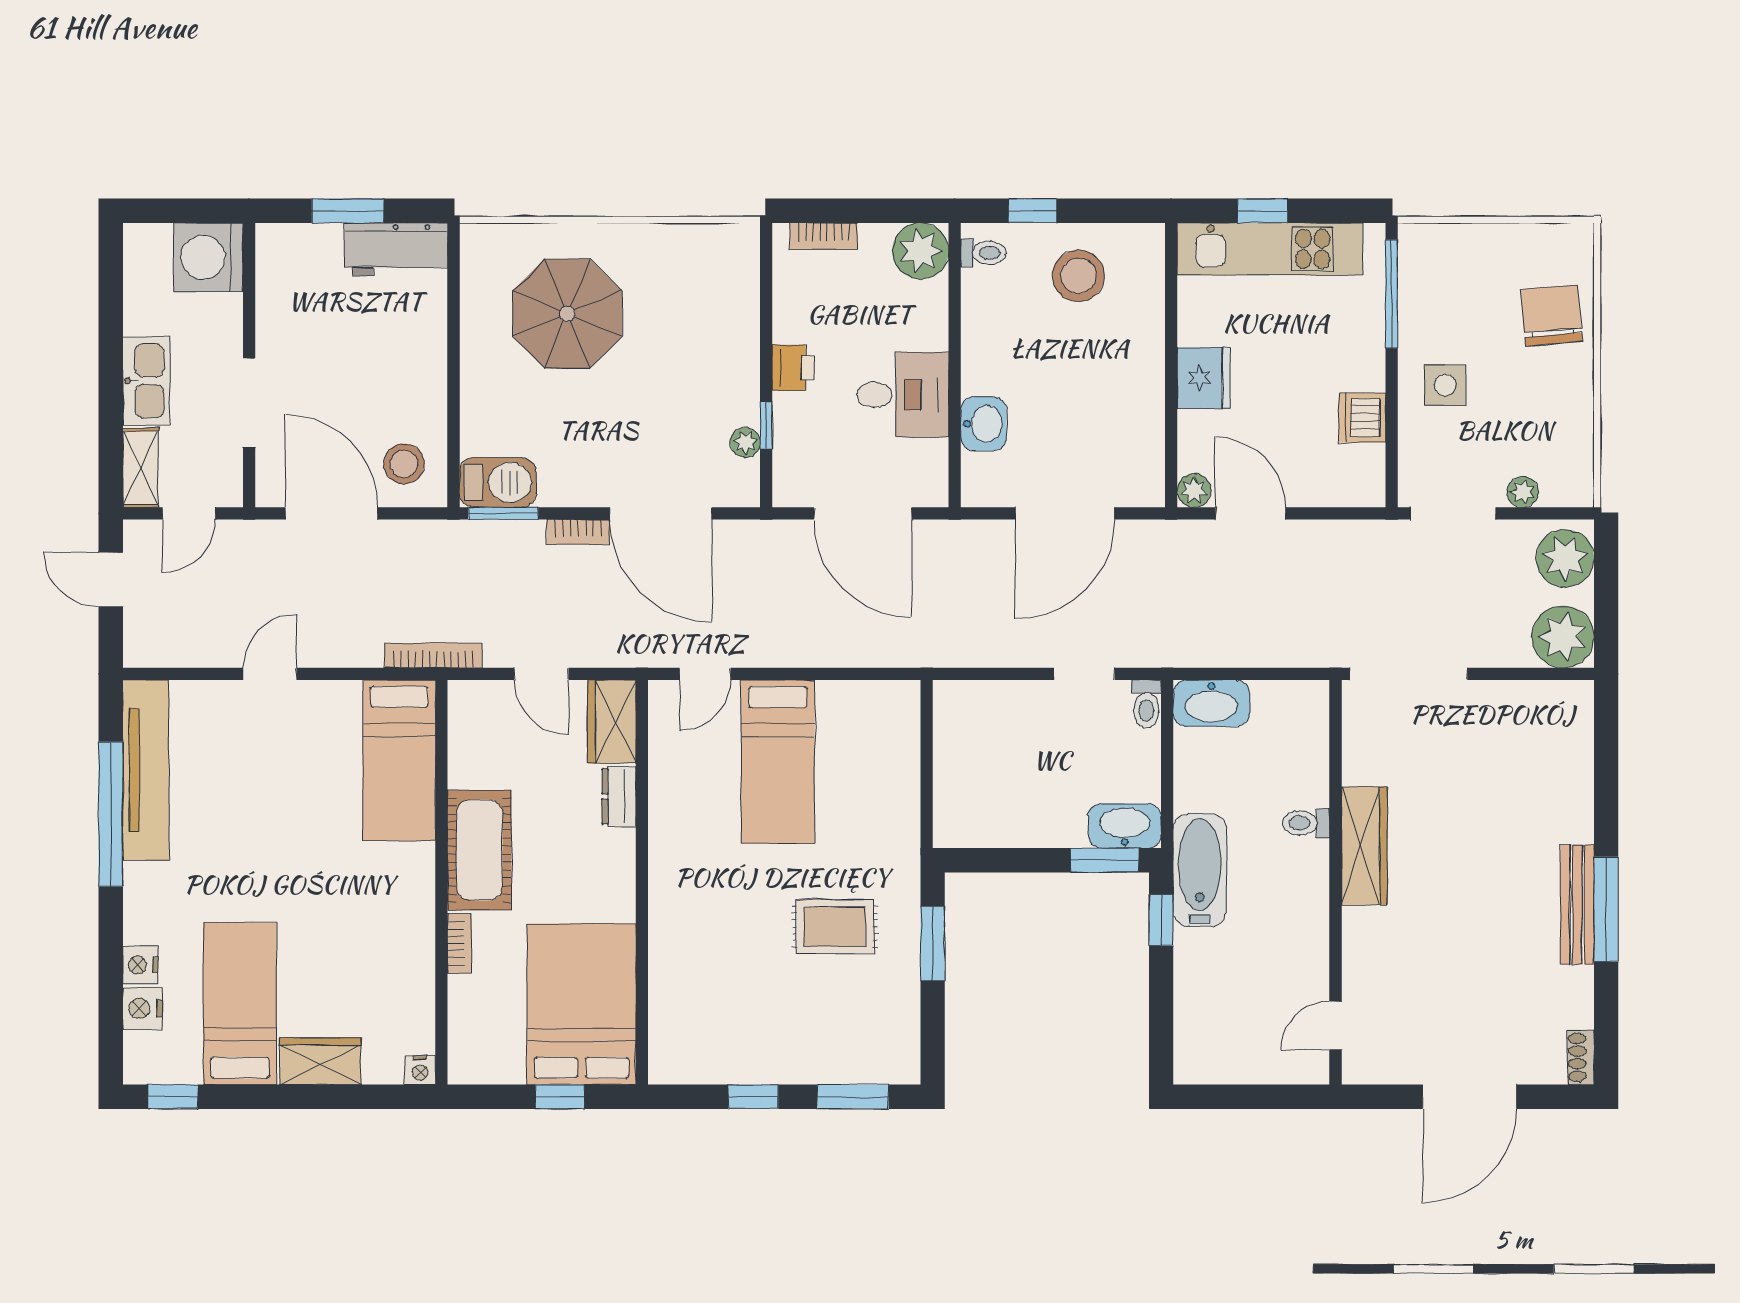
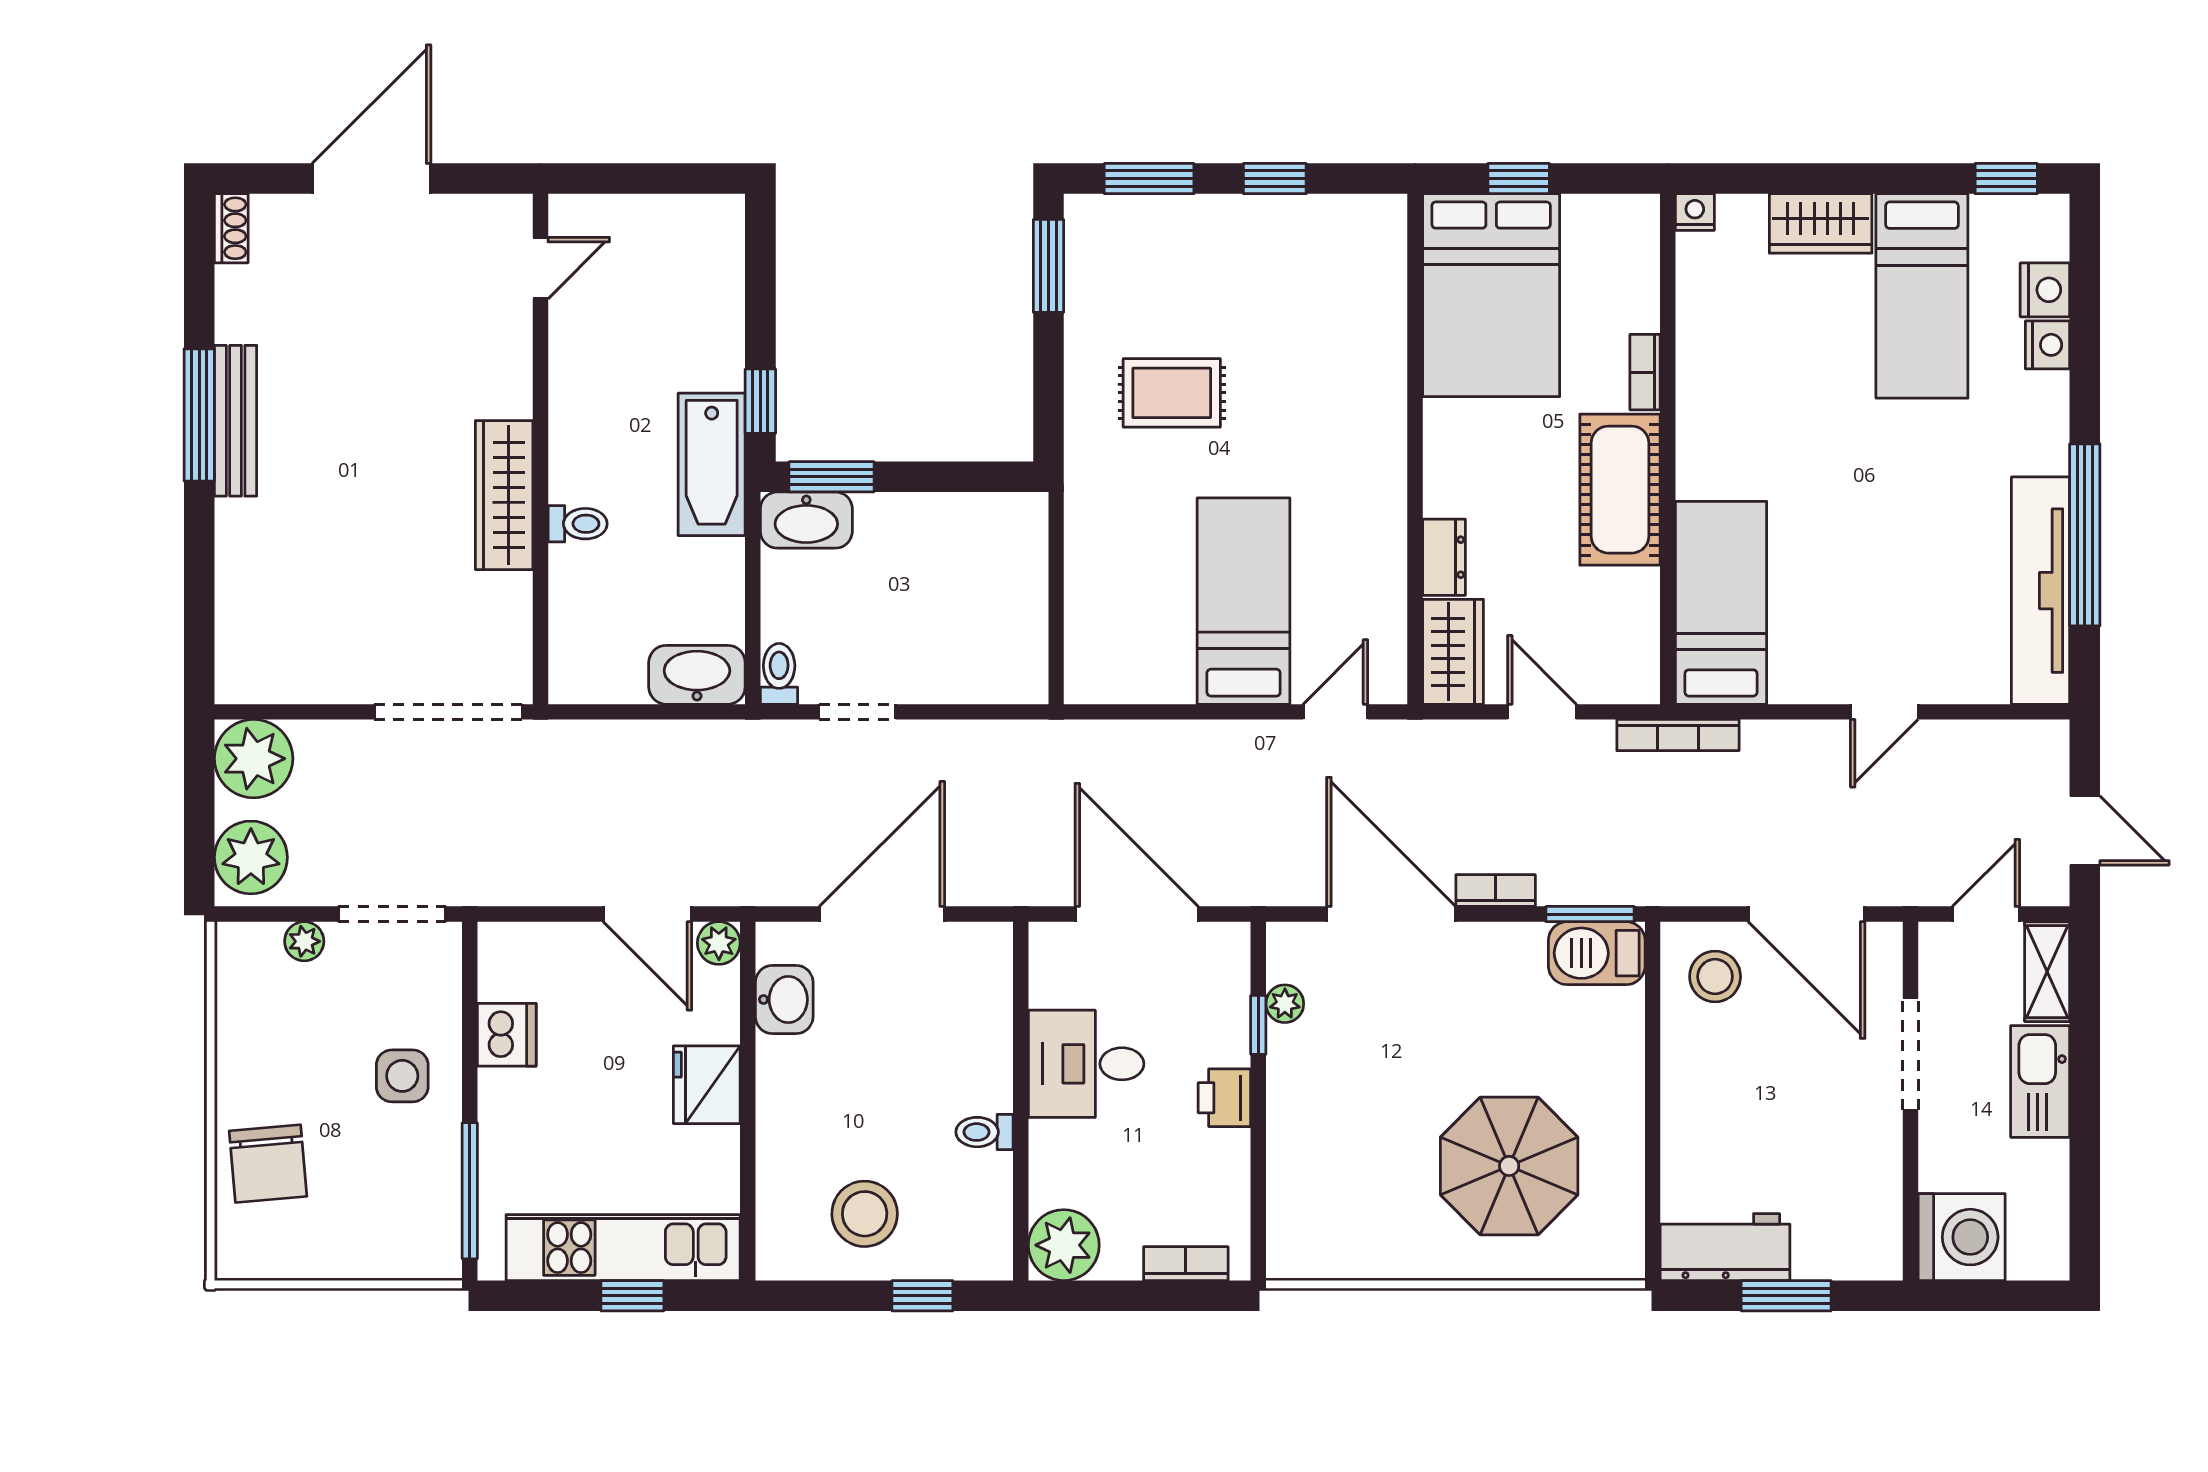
toilet: (983, 253) -> (985, 1132), moved
washbasin: (984, 424) -> (784, 999), moved, turned 180
window: (933, 944) -> (1049, 266), moved

